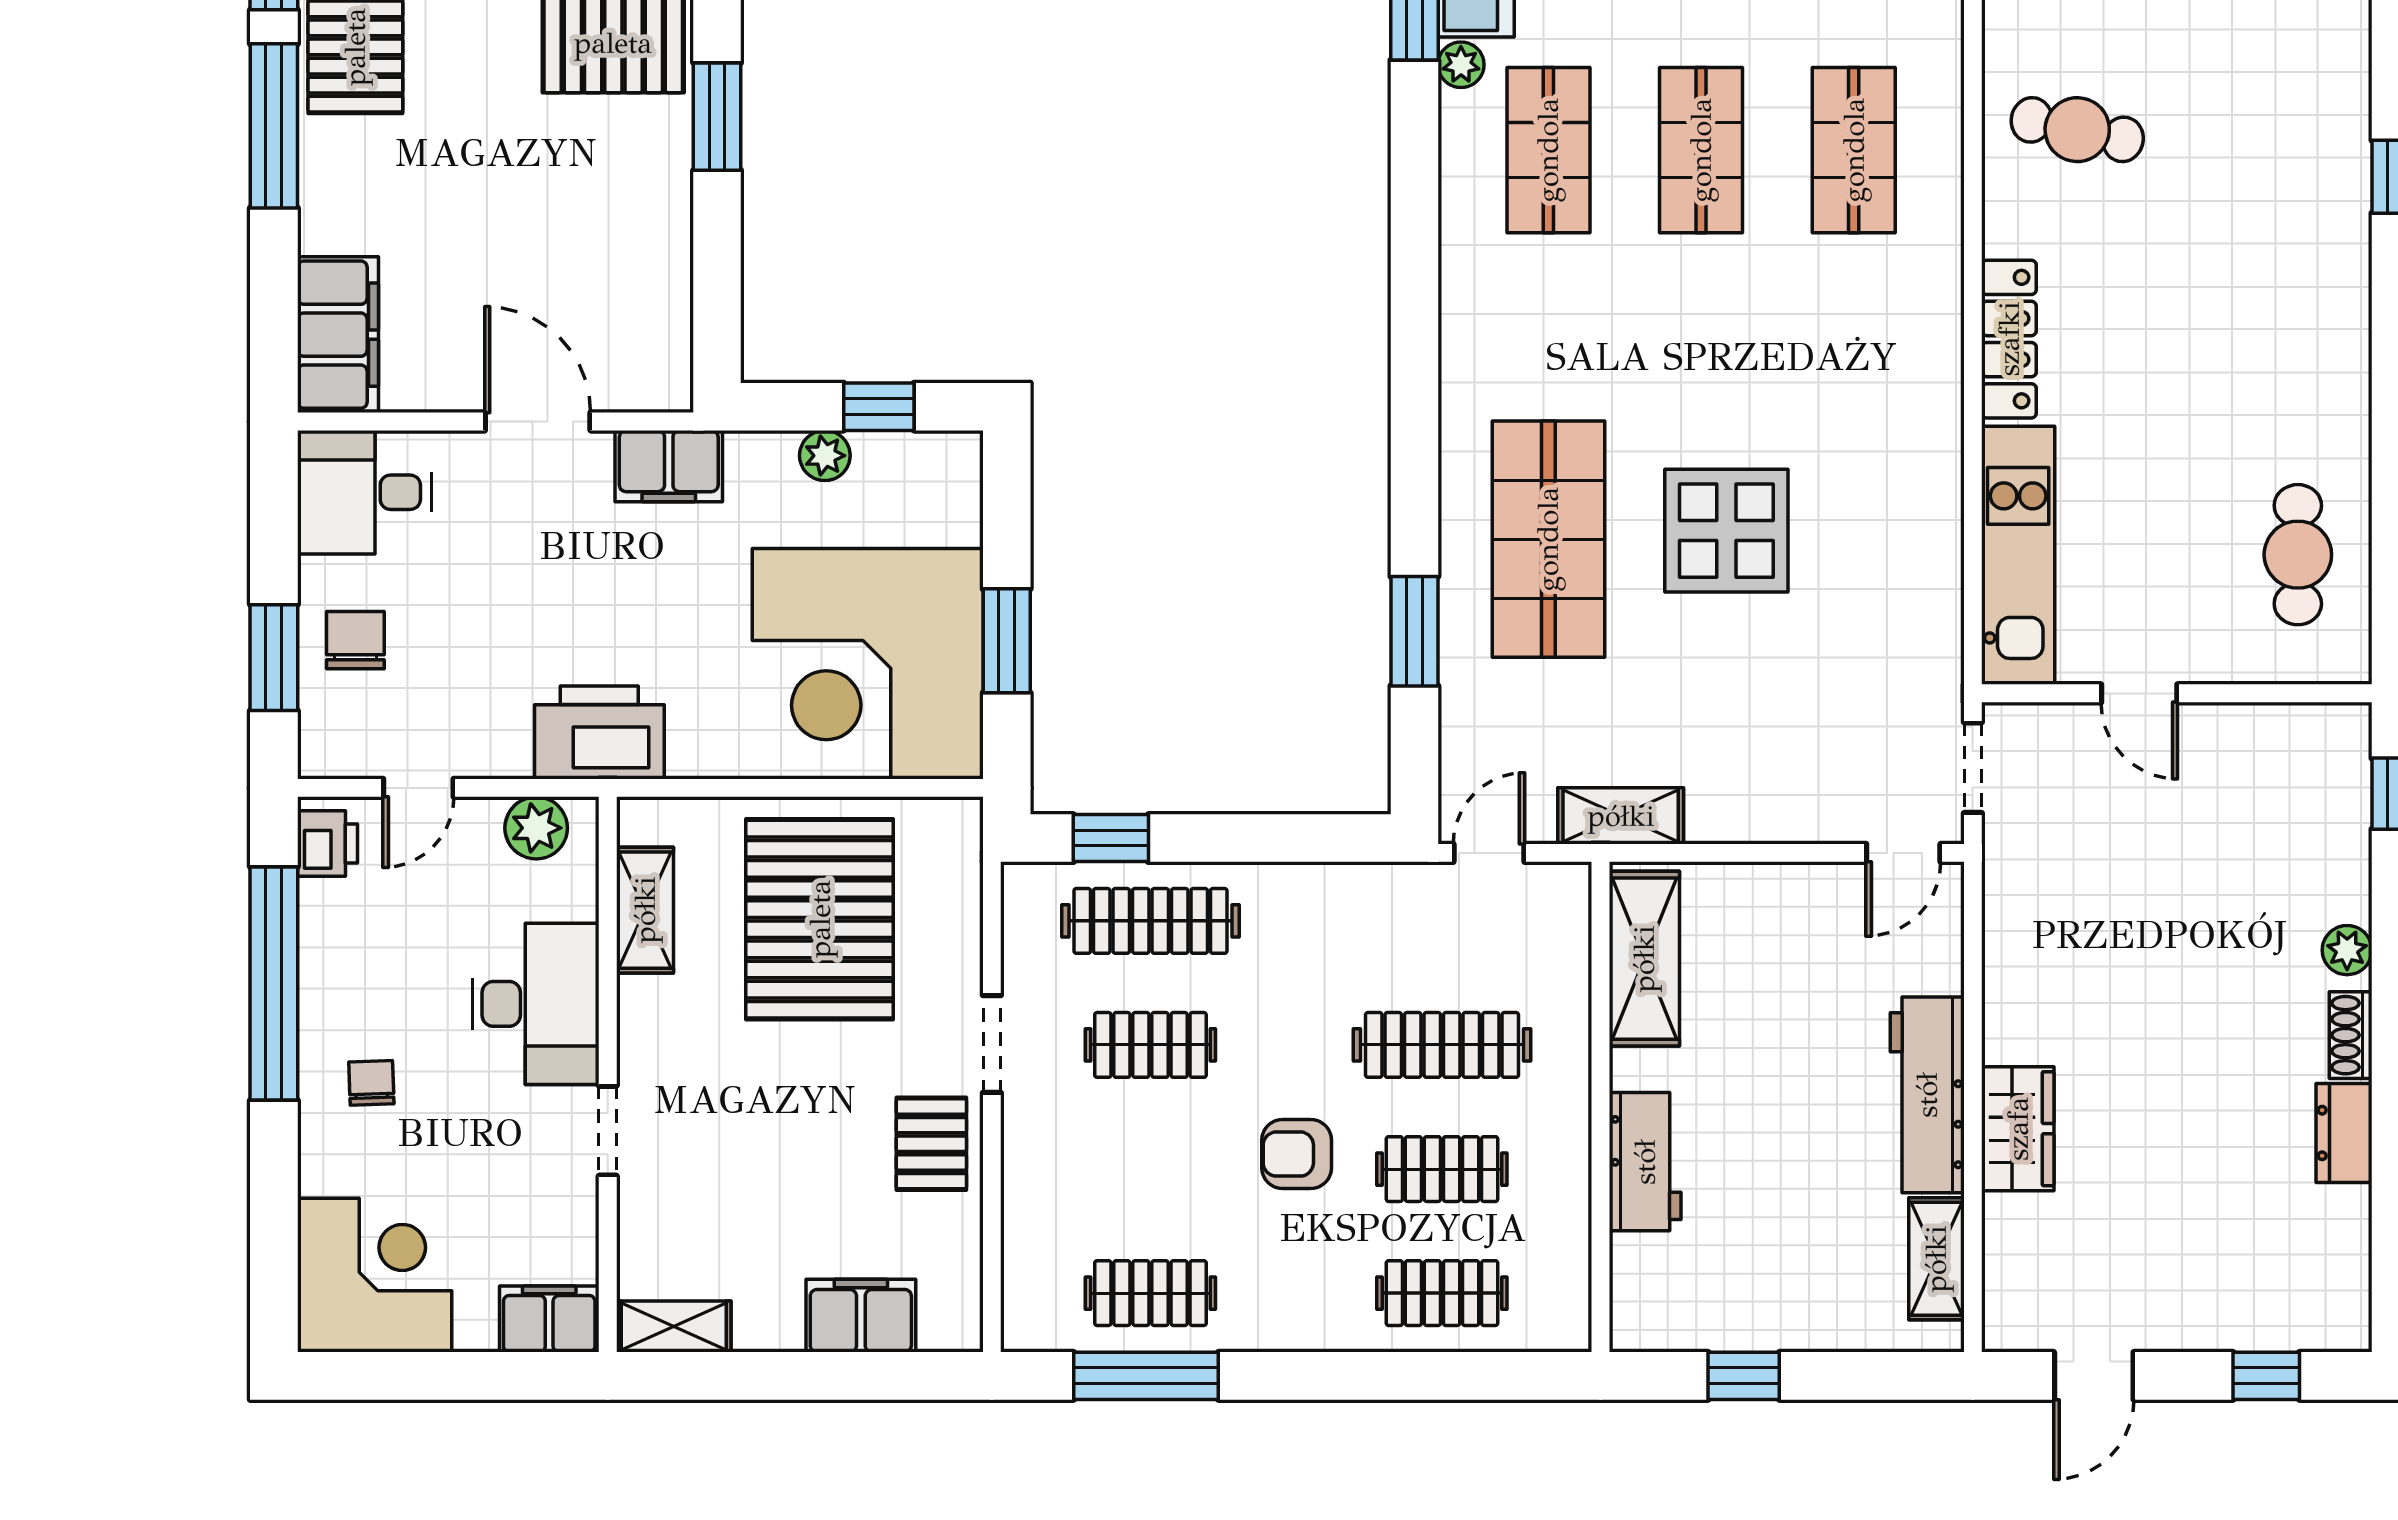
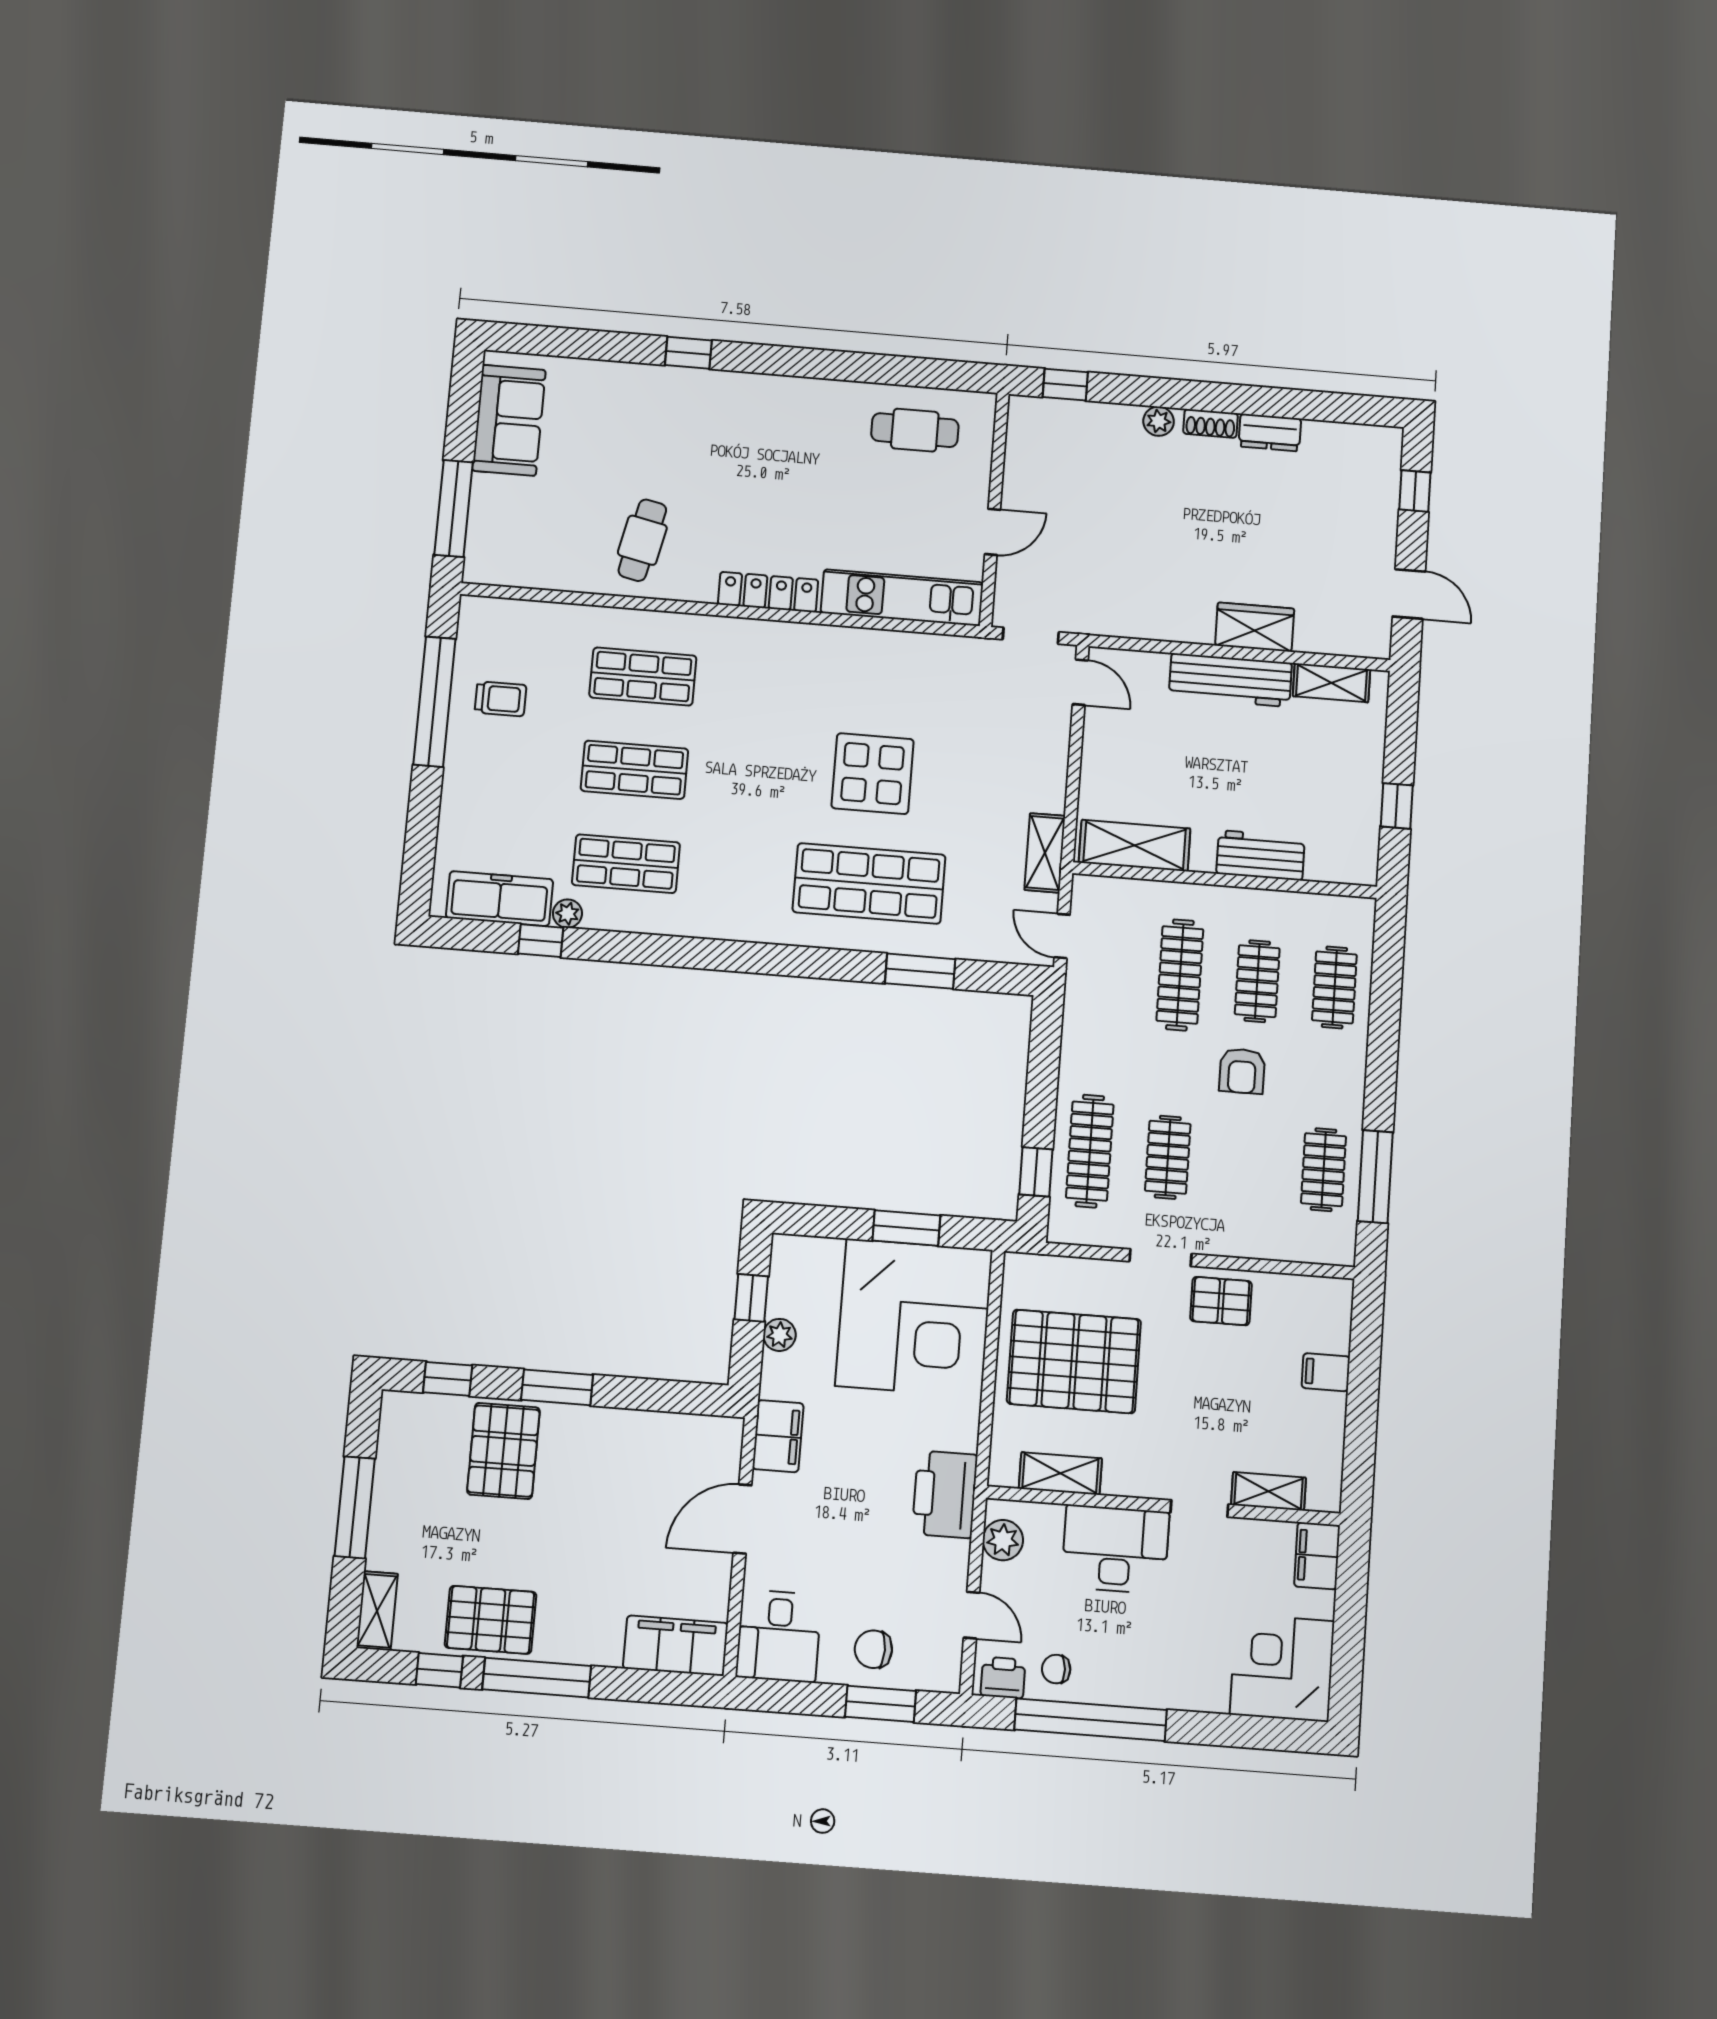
chair: (371, 1083) -> (1056, 1669), moved
filing cabinet: (861, 1316) -> (1326, 1372), width x0.50
shelving: (674, 1327) -> (1268, 1491), moved, turned 90

